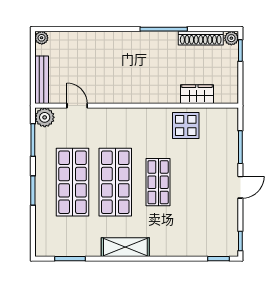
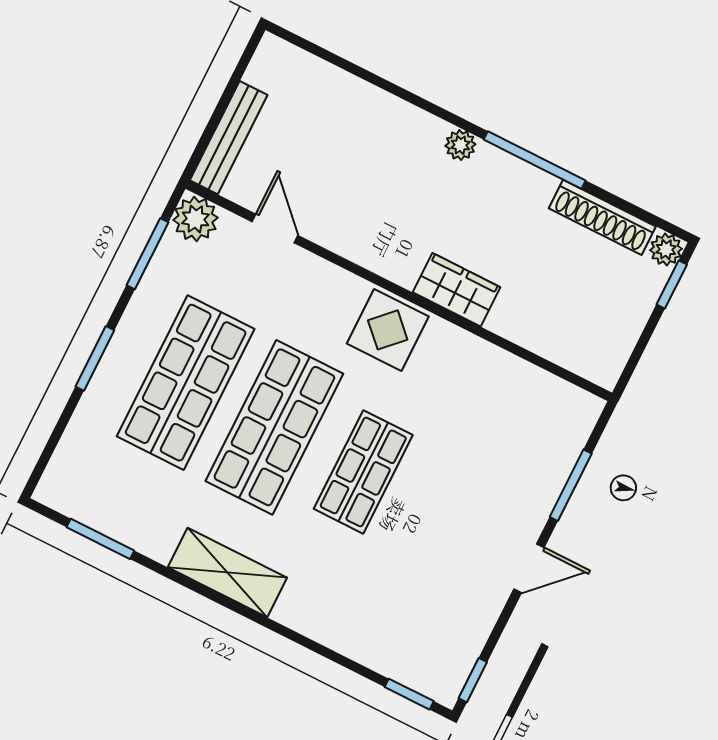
plant: (42, 38) -> (460, 145), moved
wardrobe: (197, 94) -> (457, 290), moved
display table: (186, 125) -> (388, 330), moved

